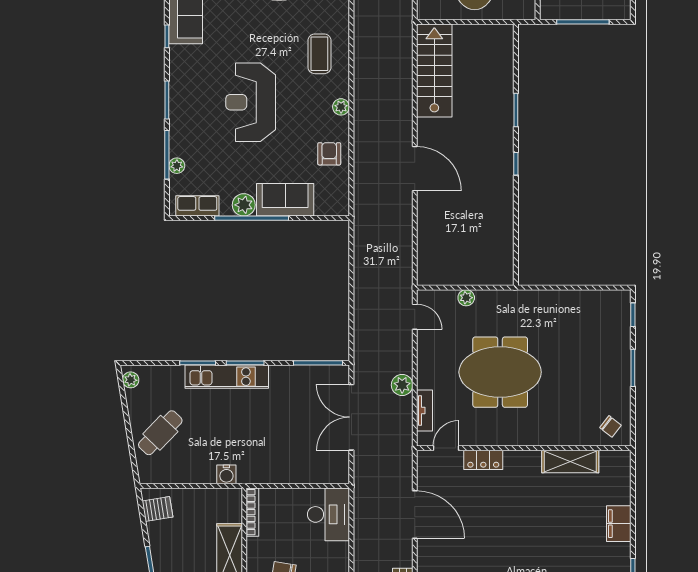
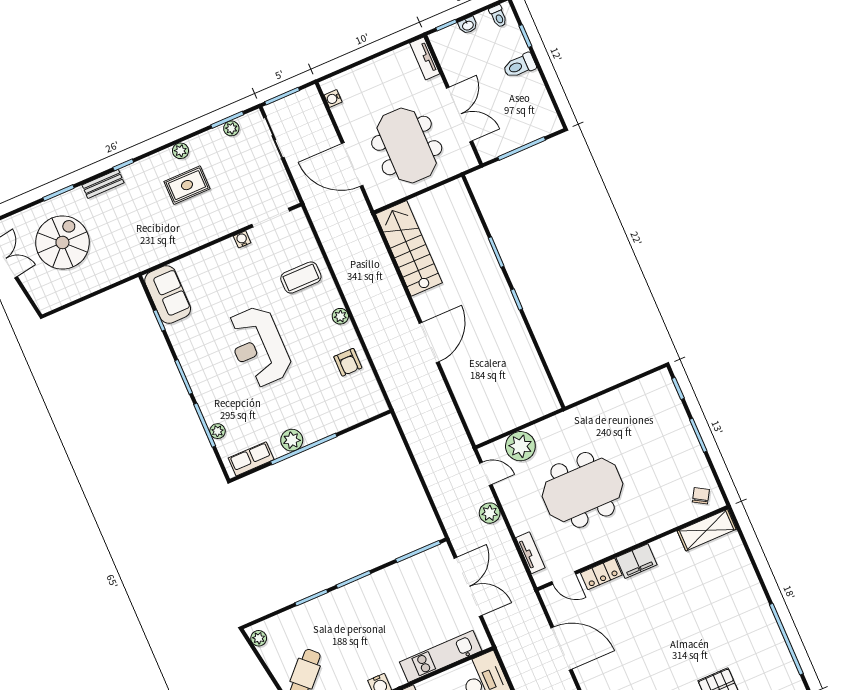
coffee table: (319, 54) -> (301, 278), turned 90
armchair: (329, 154) -> (348, 362), turned 180
door: (415, 169) -> (429, 343), hinge flipped
sofa: (285, 200) -> (326, 420), removed
plant: (466, 298) -> (520, 446), width x1.87, depth x1.87
kitchen unit: (227, 377) -> (441, 656), moved, turned 180
plant: (402, 385) -> (490, 513), moved
double door: (351, 417) -> (468, 587), swing flipped
chair: (610, 426) -> (701, 496), turned -97
door: (446, 448) -> (564, 578), swing flipped
shelving: (570, 461) -> (707, 530), moved
filing cabinet: (619, 524) -> (637, 561), moved, turned -90

